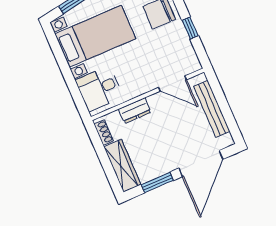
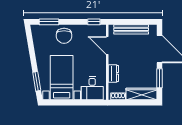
window: (190, 28) -> (94, 22), moved
door: (172, 84) -> (107, 45), swing flipped

